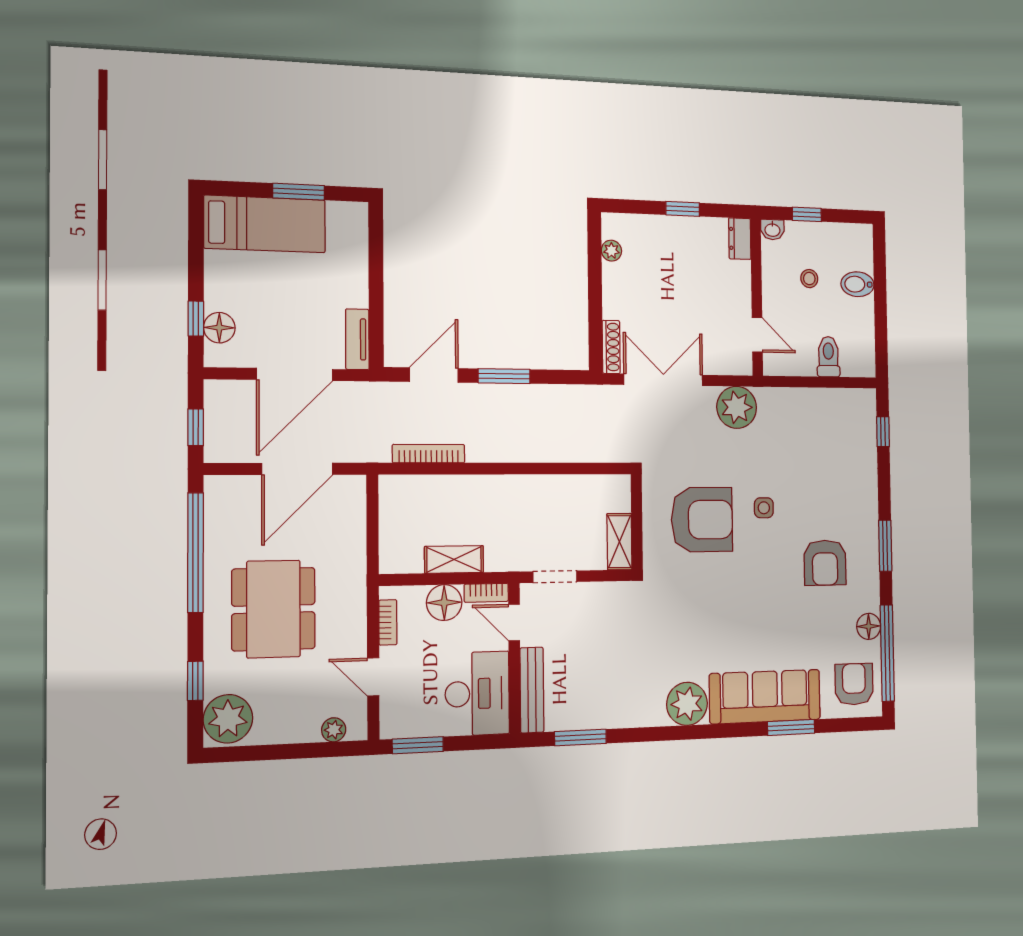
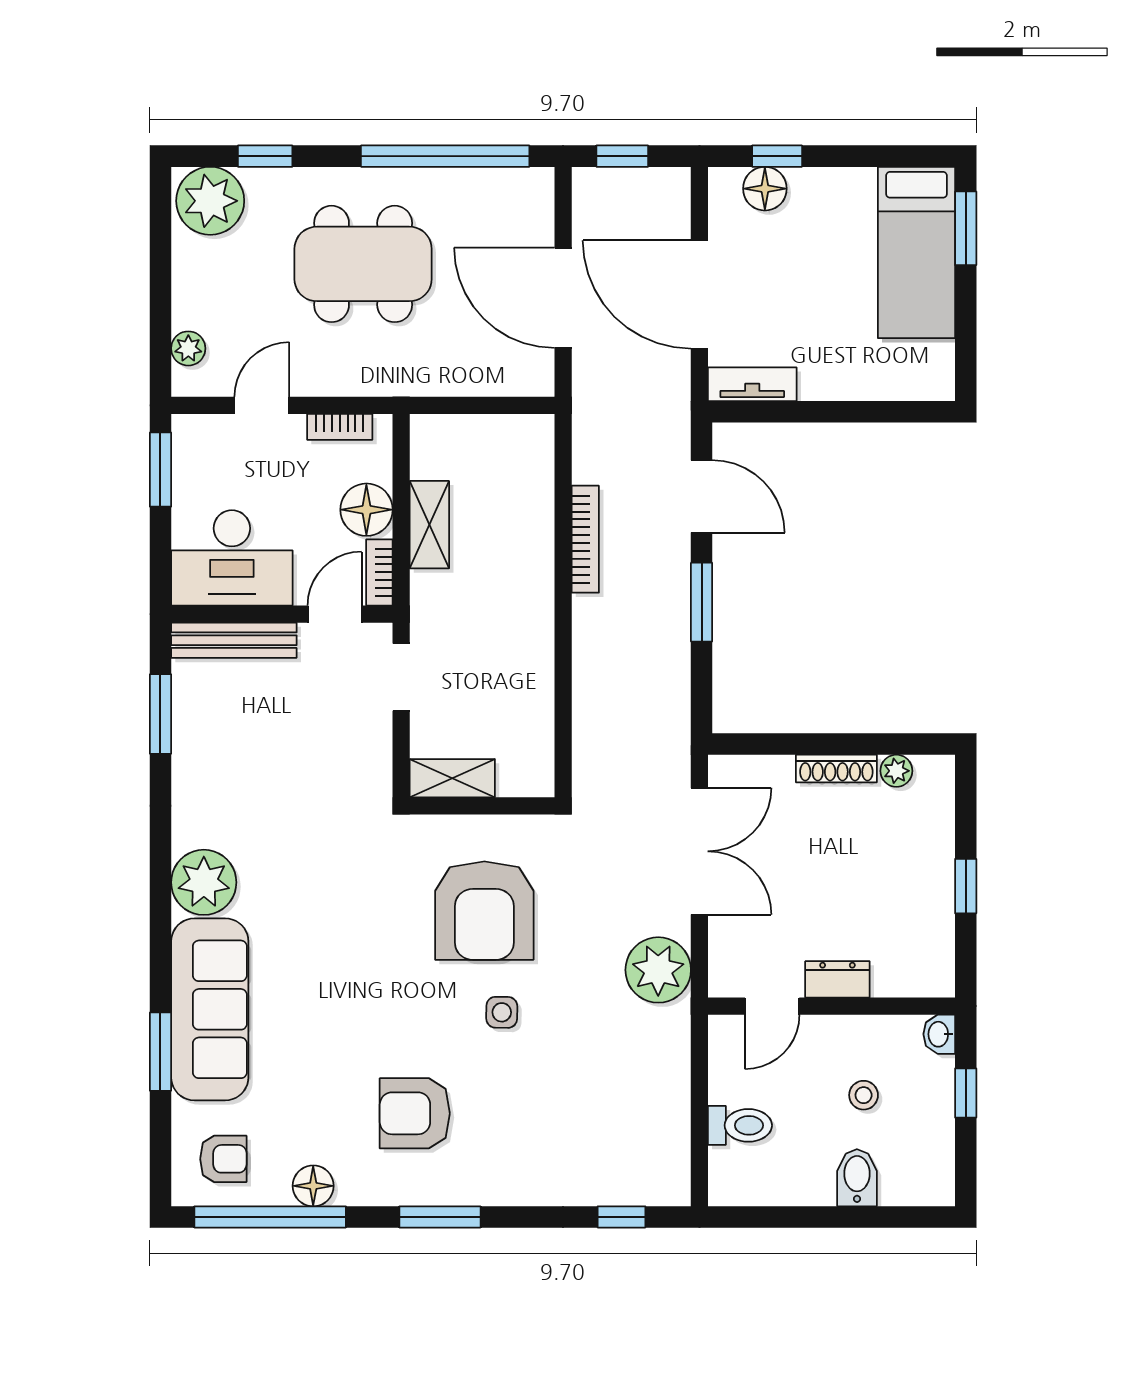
window: (299, 192) -> (966, 228), moved
dresser: (740, 239) -> (837, 979), moved
shoe rack: (611, 347) -> (836, 769), moved
bookcase: (429, 454) -> (585, 539), moved
armchair: (854, 684) -> (223, 1159), width x0.72, depth x0.72

